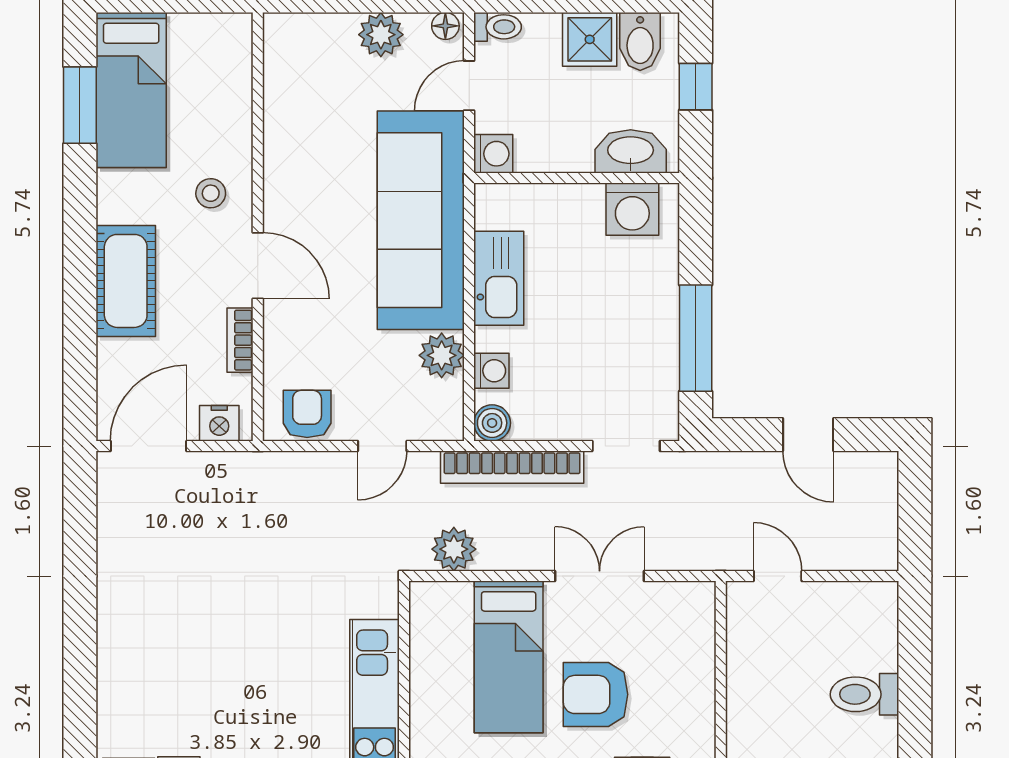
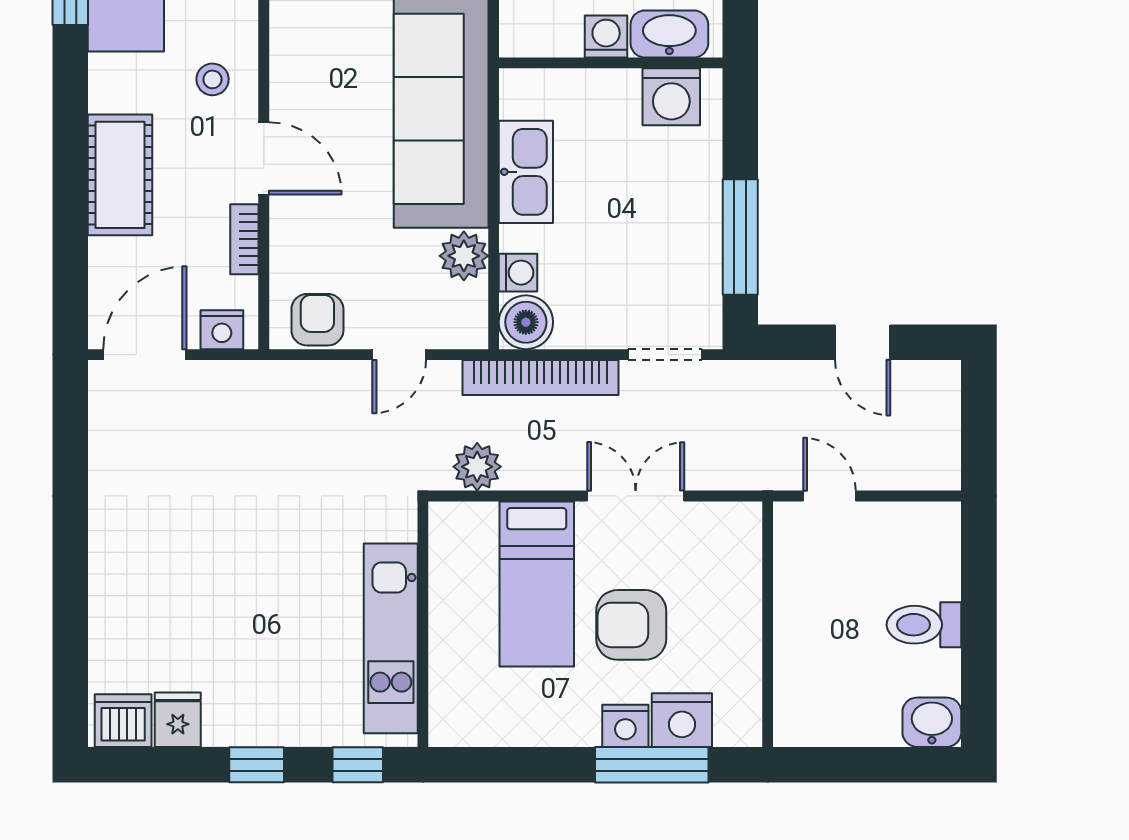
washing machine: (493, 154) -> (606, 36), moved, turned -90
boiler: (492, 423) -> (526, 322), width x1.36, depth x1.36

